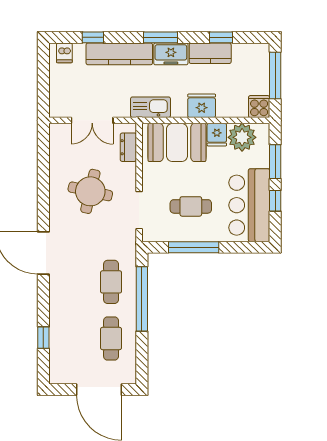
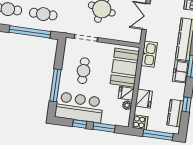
kitchen counter: (210, 53) -> (175, 113), moved
fridge: (202, 106) -> (144, 99), moved
plant: (242, 137) -> (127, 105), width x0.53, depth x0.53
dresser: (128, 147) -> (126, 37), removed
window: (194, 247) -> (55, 85), moved

